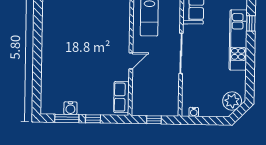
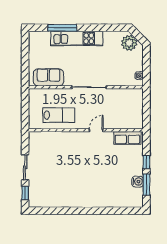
window: (251, 23) -> (62, 28), width x2.17
door: (131, 61) -> (96, 130), hinge flipped
window: (154, 120) -> (146, 110), removed

